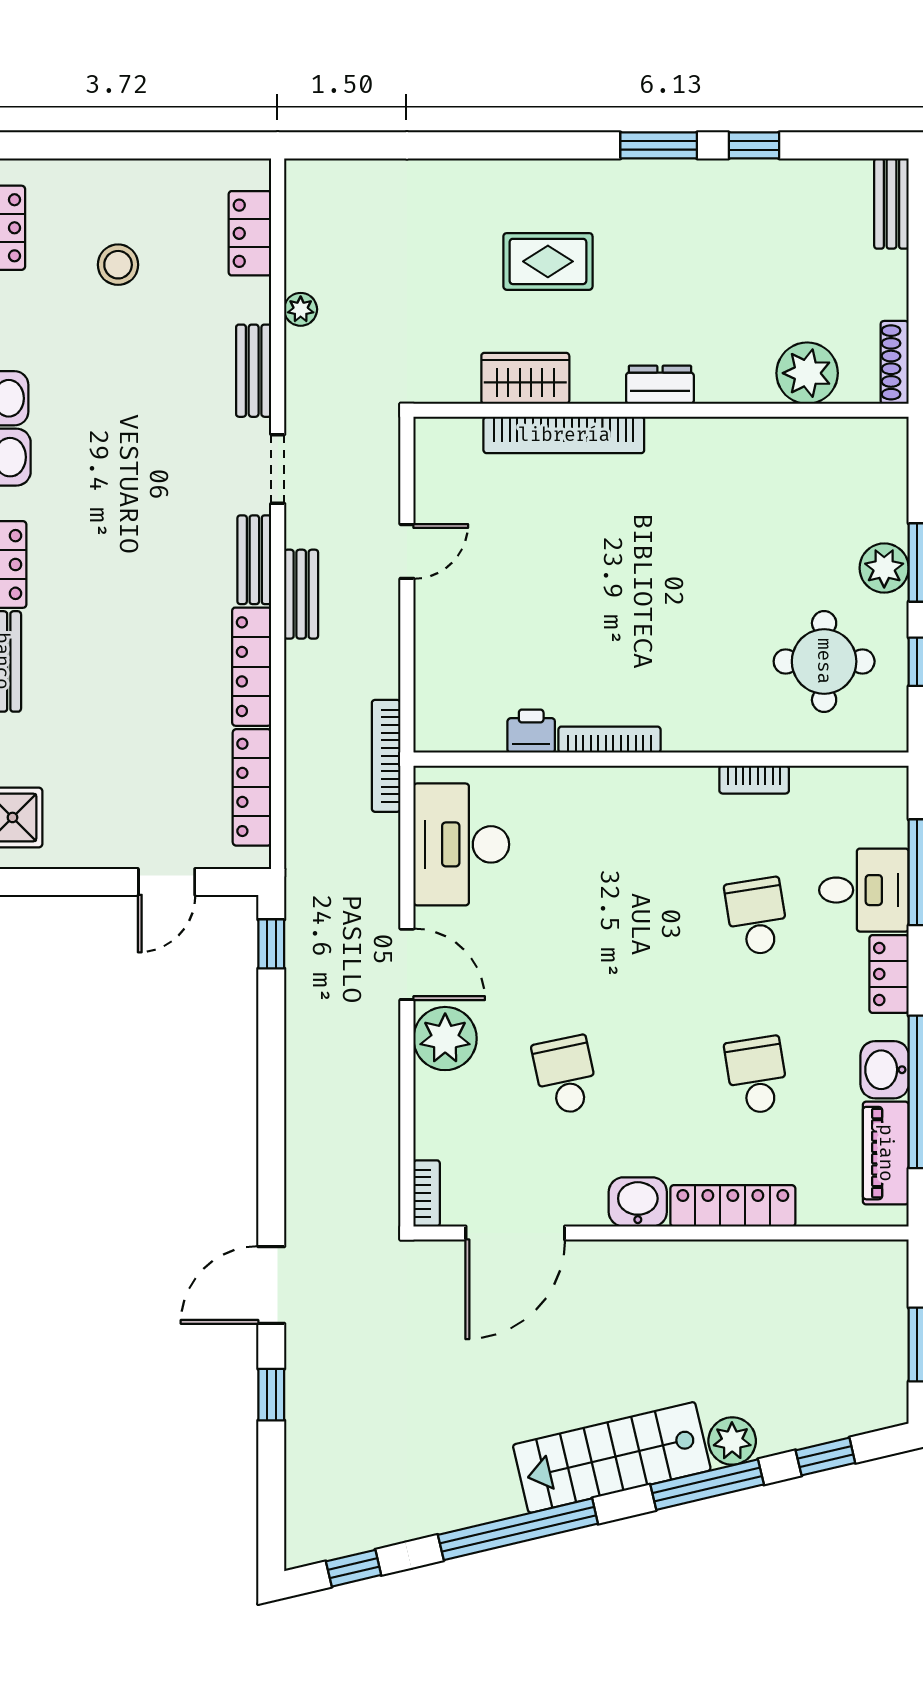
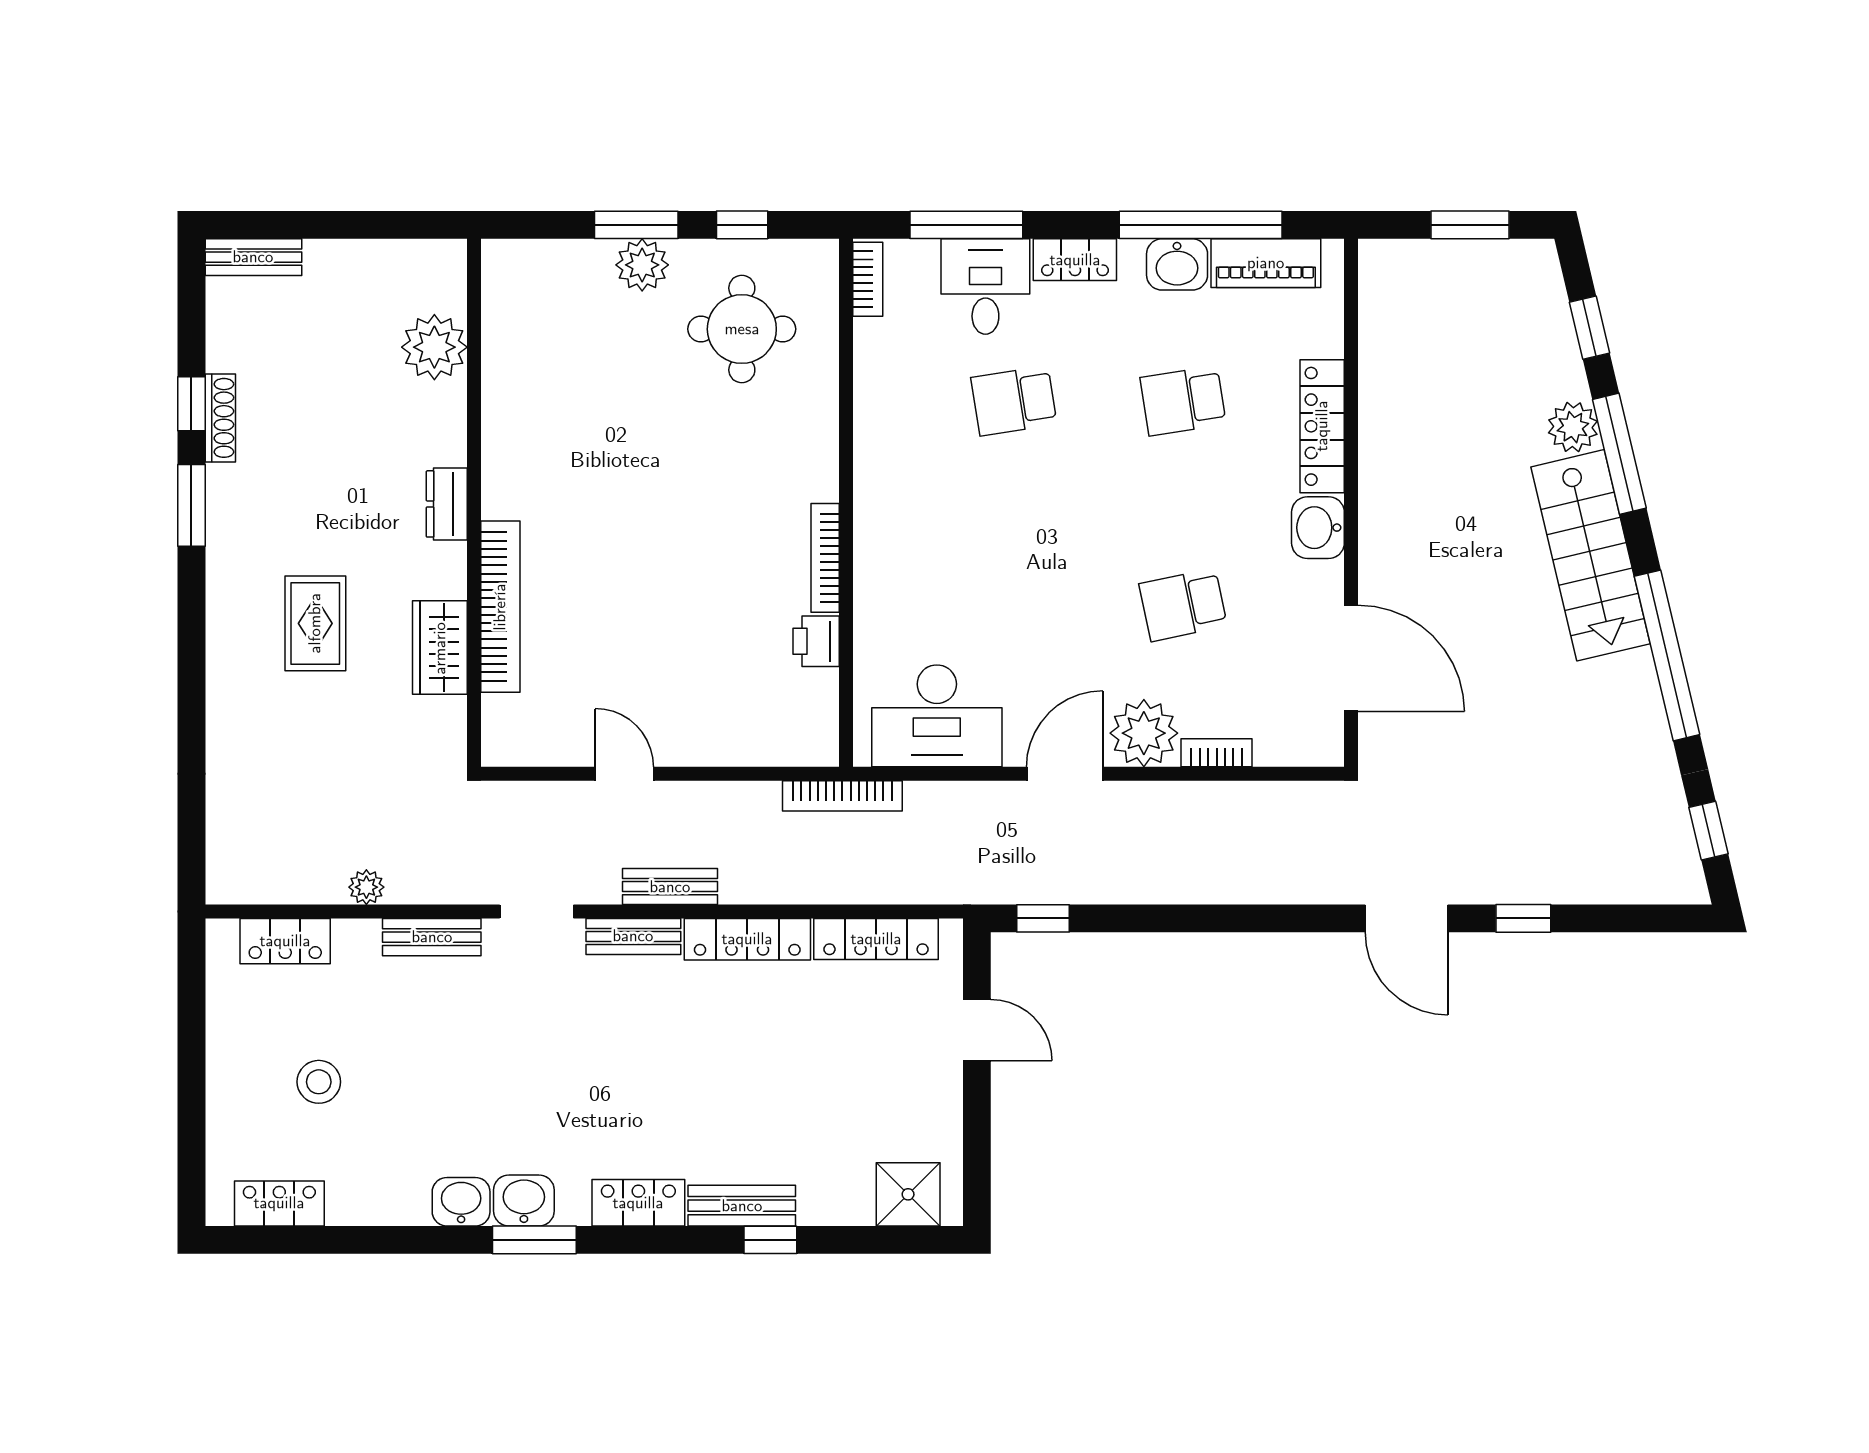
shoe rack: (895, 362) -> (220, 418), moved, turned -90
bookcase: (754, 780) -> (868, 279), moved
bookcase: (427, 1193) -> (1217, 753), moved

